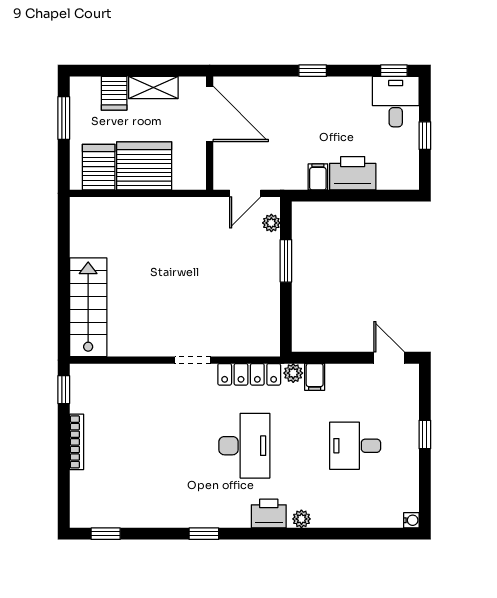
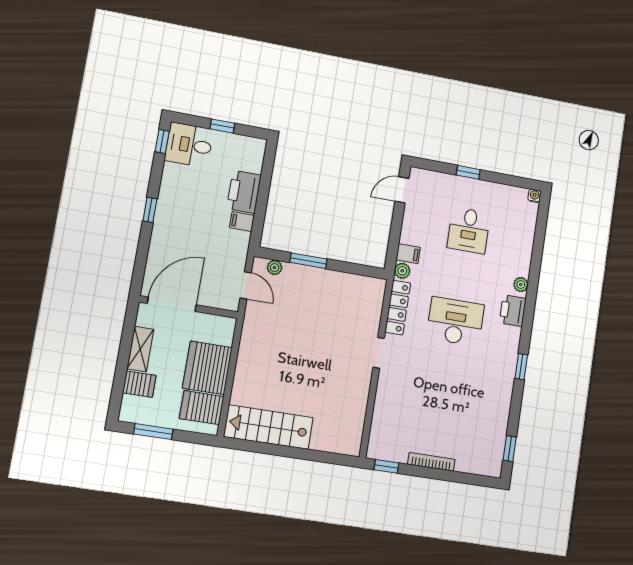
stairs: (88, 307) -> (268, 427), moved

